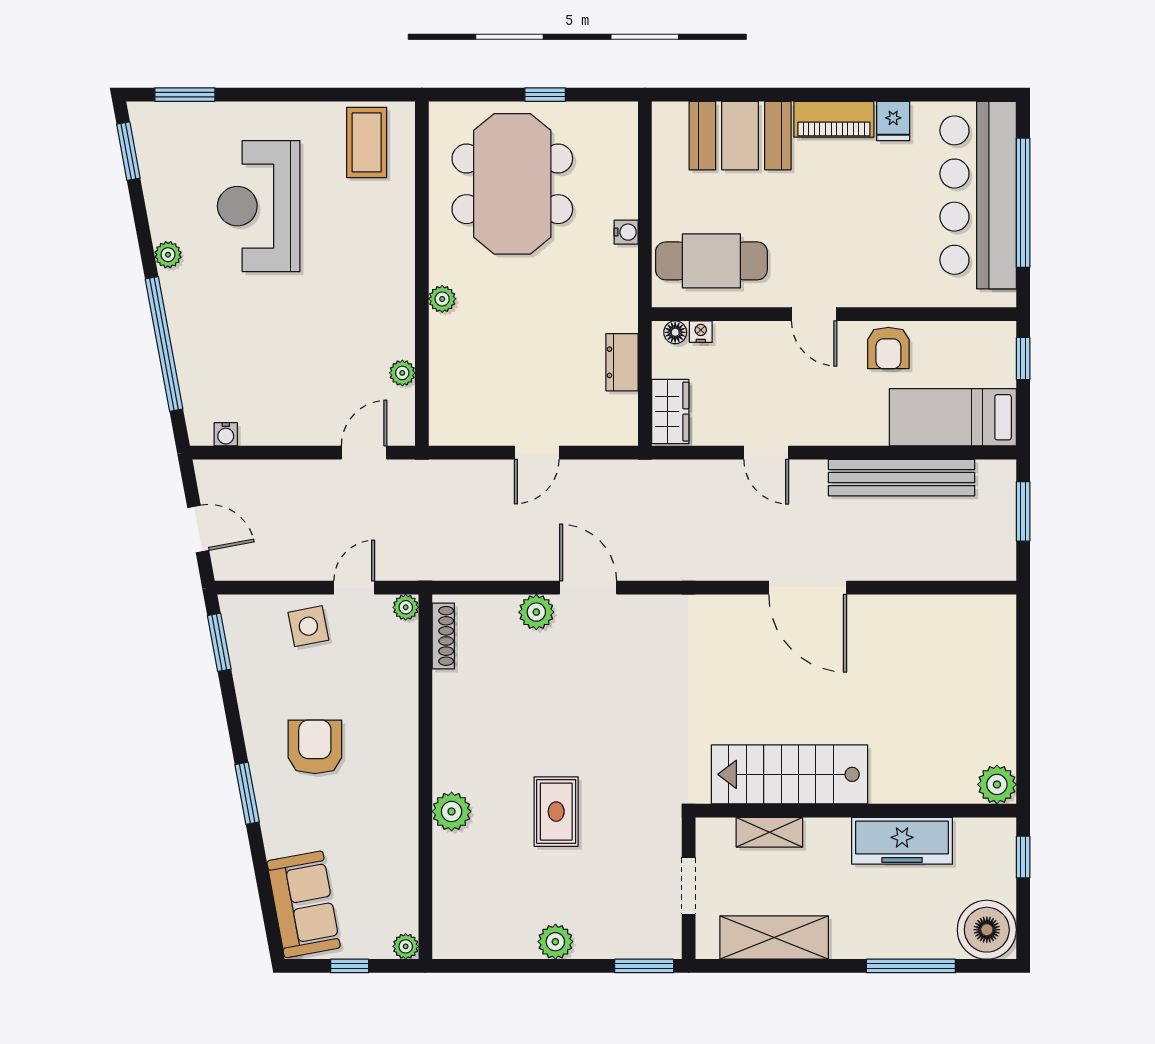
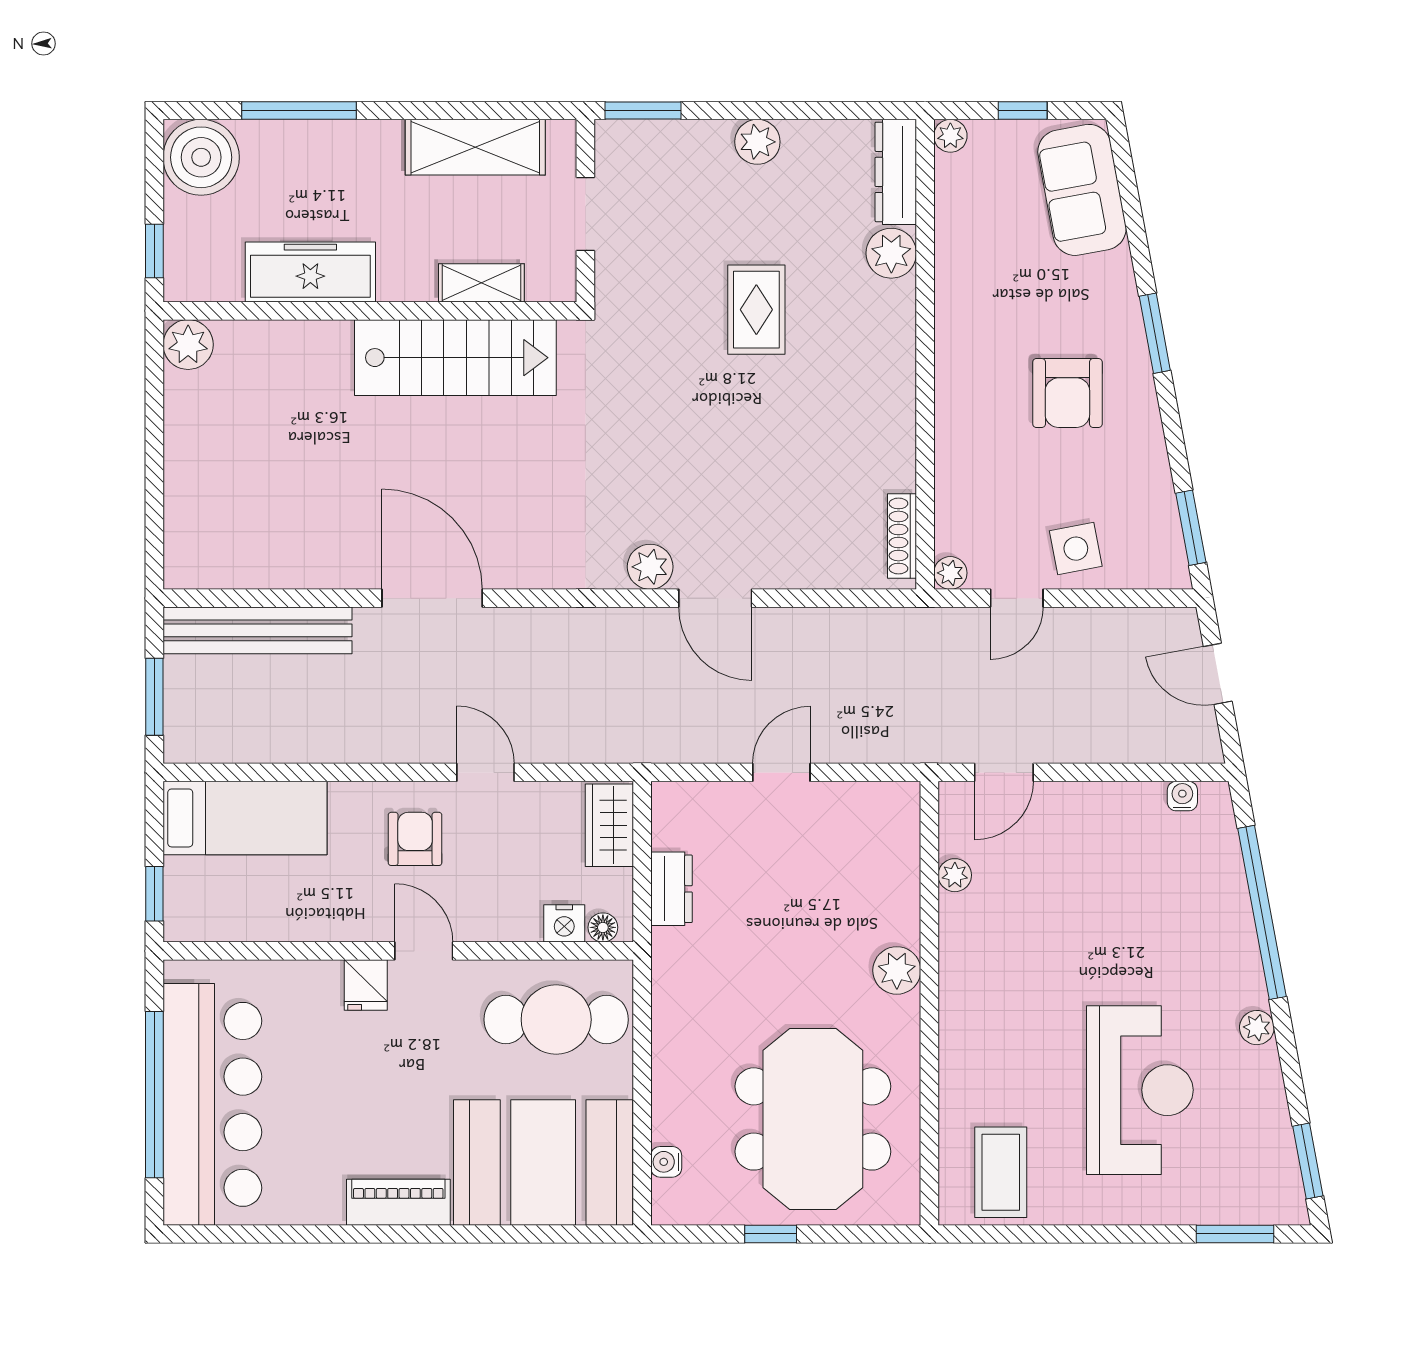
fridge: (893, 121) -> (366, 985), moved, turned 180
booth: (740, 136) -> (543, 1162), width x1.36, depth x1.42
water cooler: (626, 232) -> (666, 1162), moved
plant: (442, 299) -> (897, 970), width x1.38, depth x1.38
nightstand: (701, 332) -> (564, 923), width x1.39, depth x1.35
armchair: (888, 348) -> (415, 839), moved
bench: (901, 478) -> (258, 630), moved
plant: (536, 612) -> (650, 567), moved
plant: (452, 811) -> (891, 253), moved
dresser: (448, 918) -> (896, 172), added

